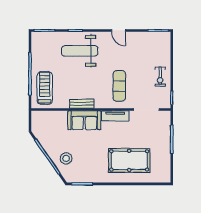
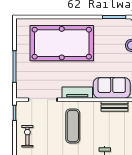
pool table: (129, 160) -> (62, 43), width x1.36, depth x1.32

